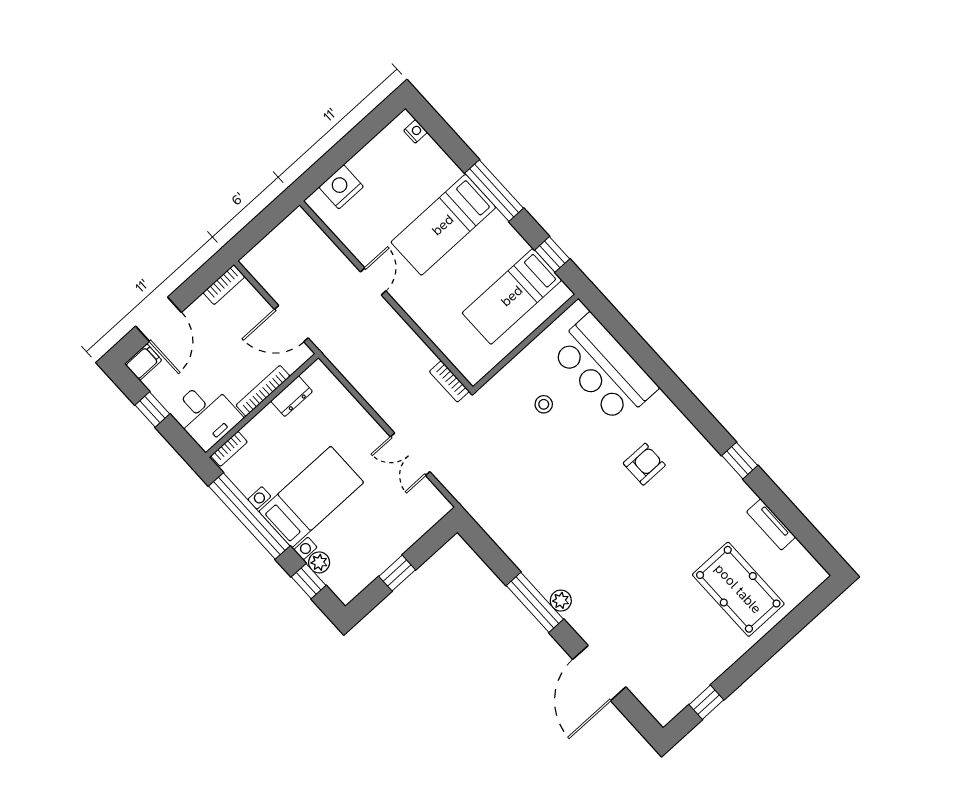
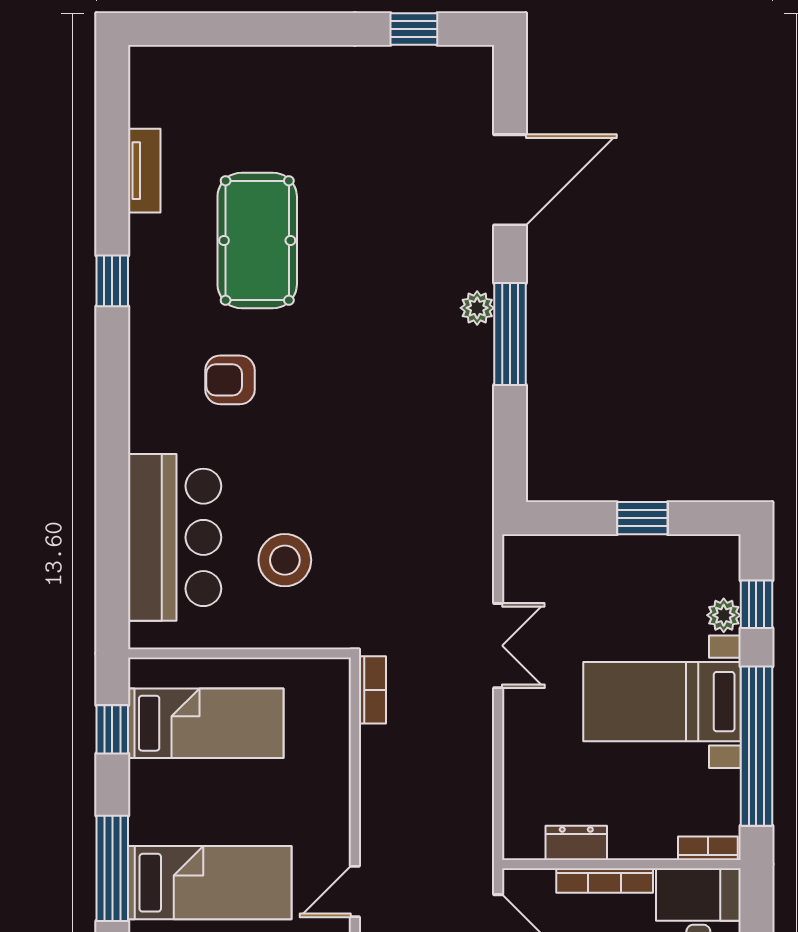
stool: (544, 404) -> (285, 560), width x1.89, depth x1.89
pool table: (738, 589) -> (257, 240), moved

